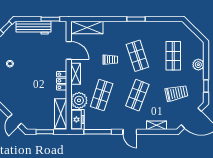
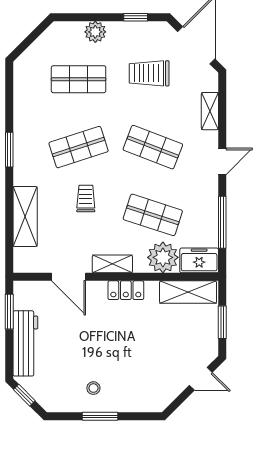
shelving: (87, 28) -> (25, 217), moved
door: (69, 50) -> (68, 277), swing flipped
trolley: (176, 93) -> (149, 73), turned -78

